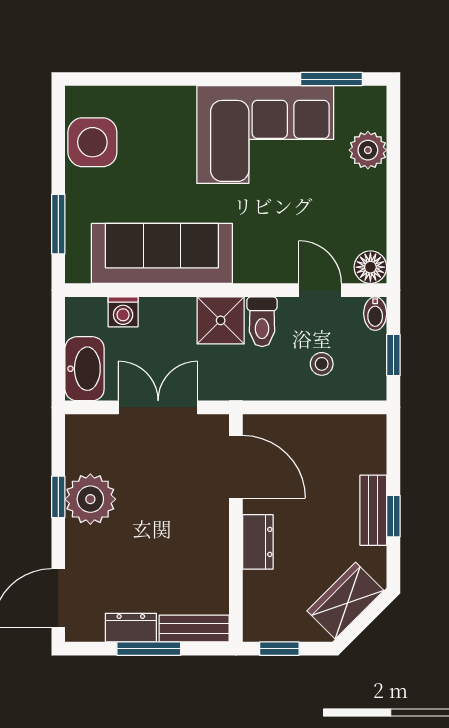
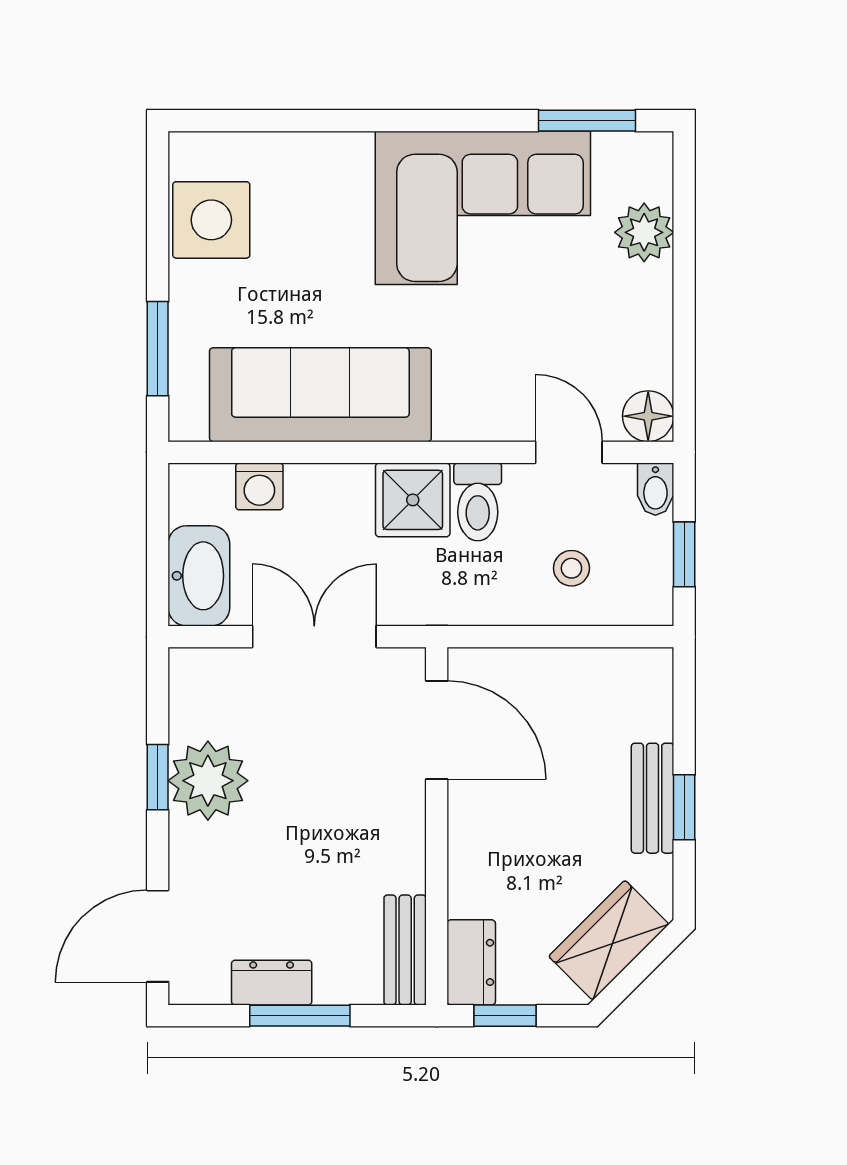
dresser: (258, 542) -> (471, 962), moved
bench: (194, 629) -> (405, 950), moved, turned 90

